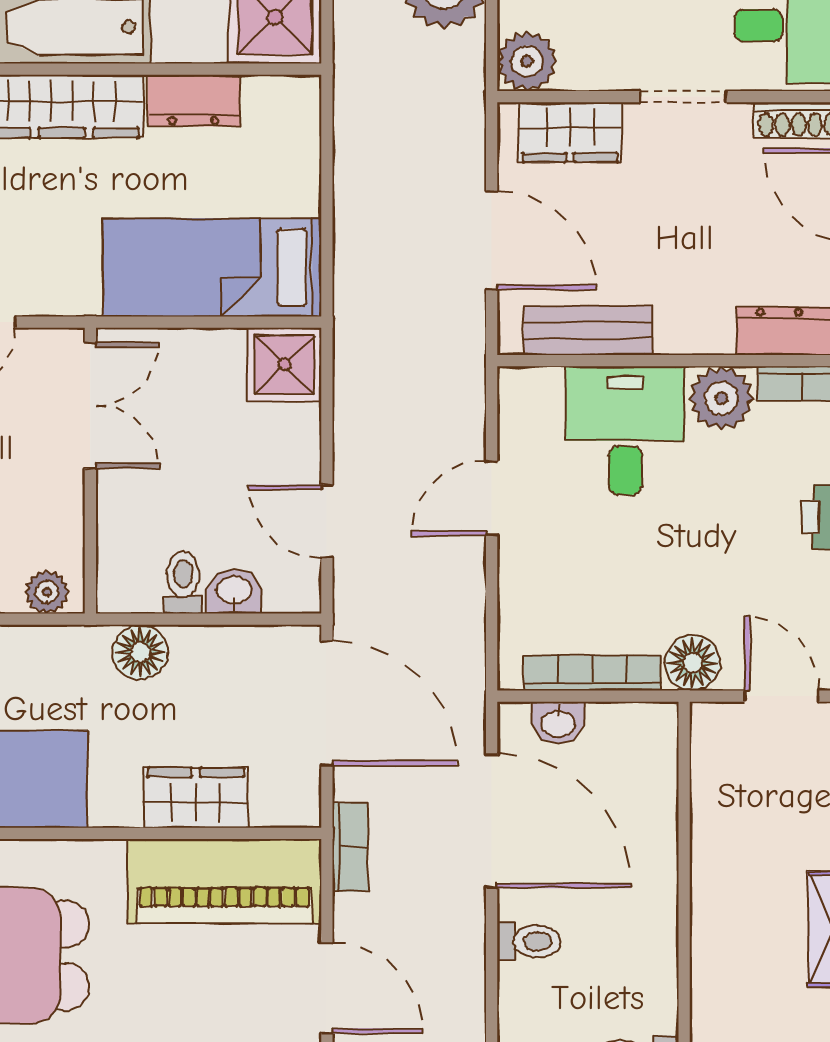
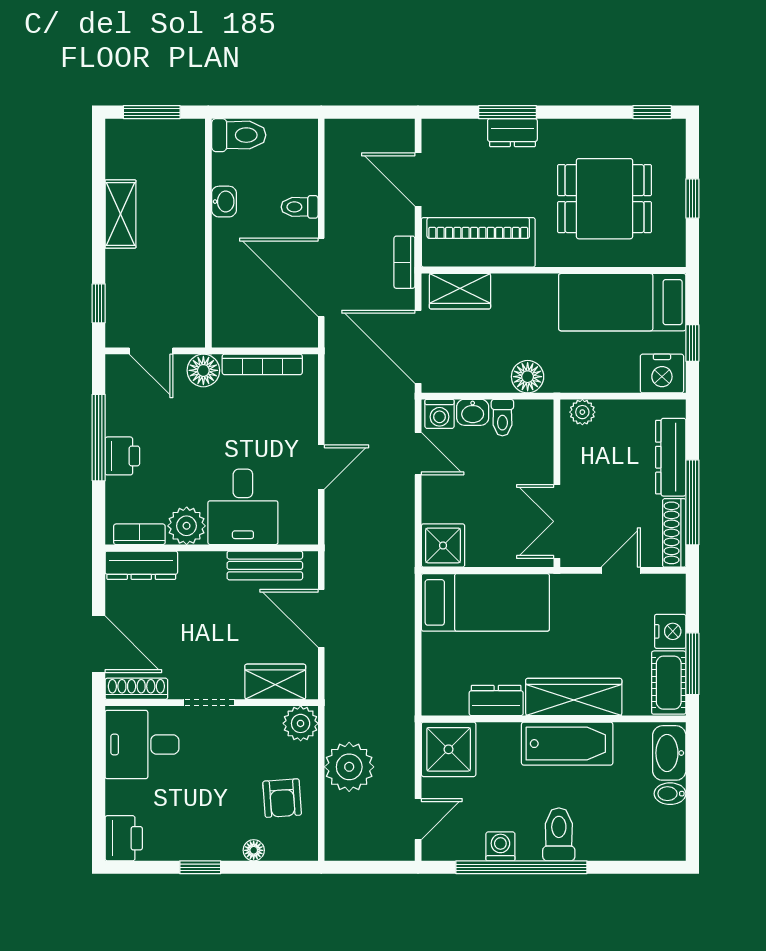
washing machine: (290, 589) -> (440, 414), added
washbasin: (558, 723) -> (224, 202), moved, turned 90
wardrobe: (196, 798) -> (460, 291), moved

